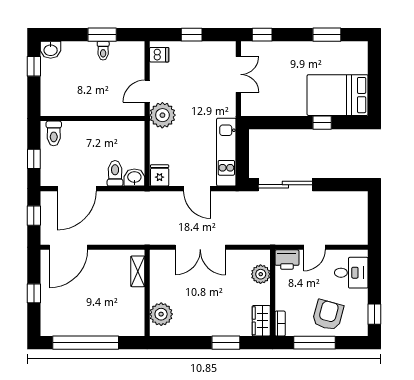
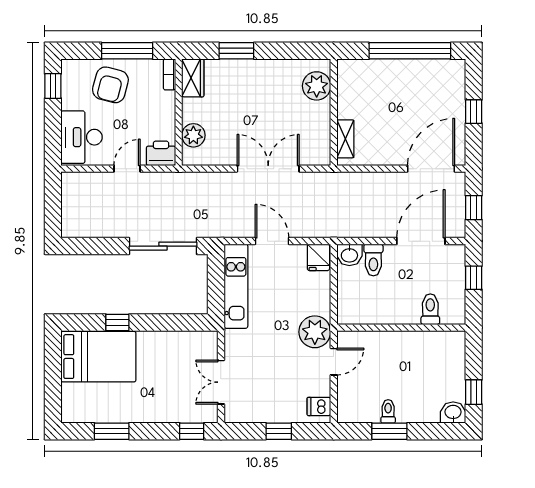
toilet: (54, 133) -> (430, 309), moved
desk: (351, 273) -> (82, 137), width x1.37

